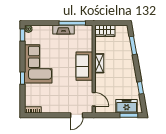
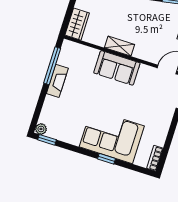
corner sofa: (38, 64) -> (112, 136), moved

